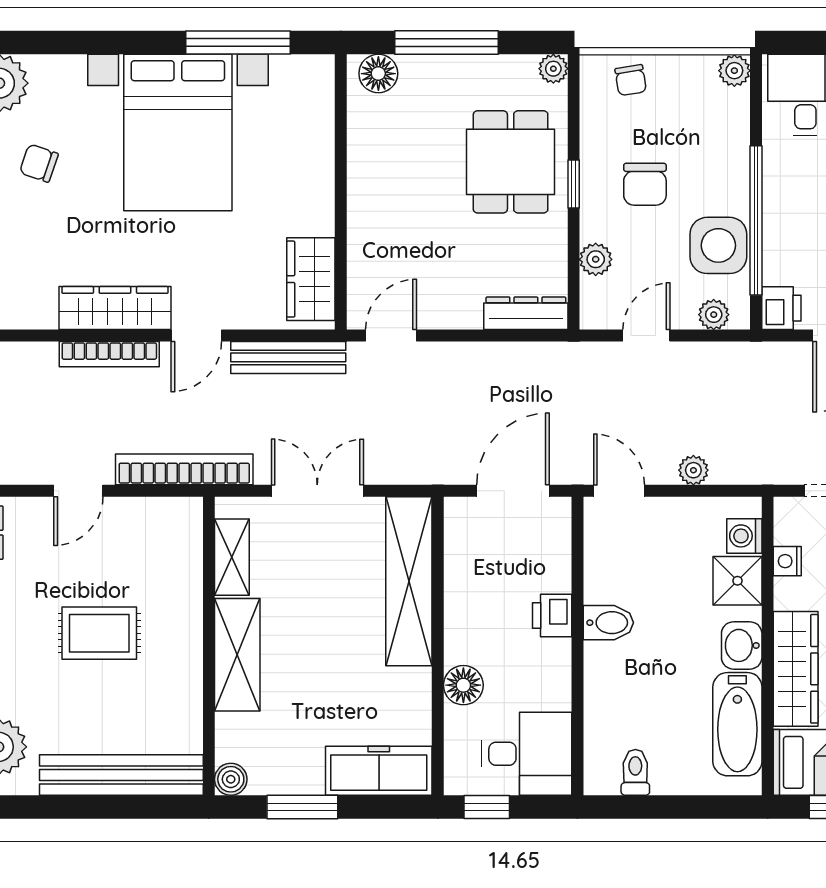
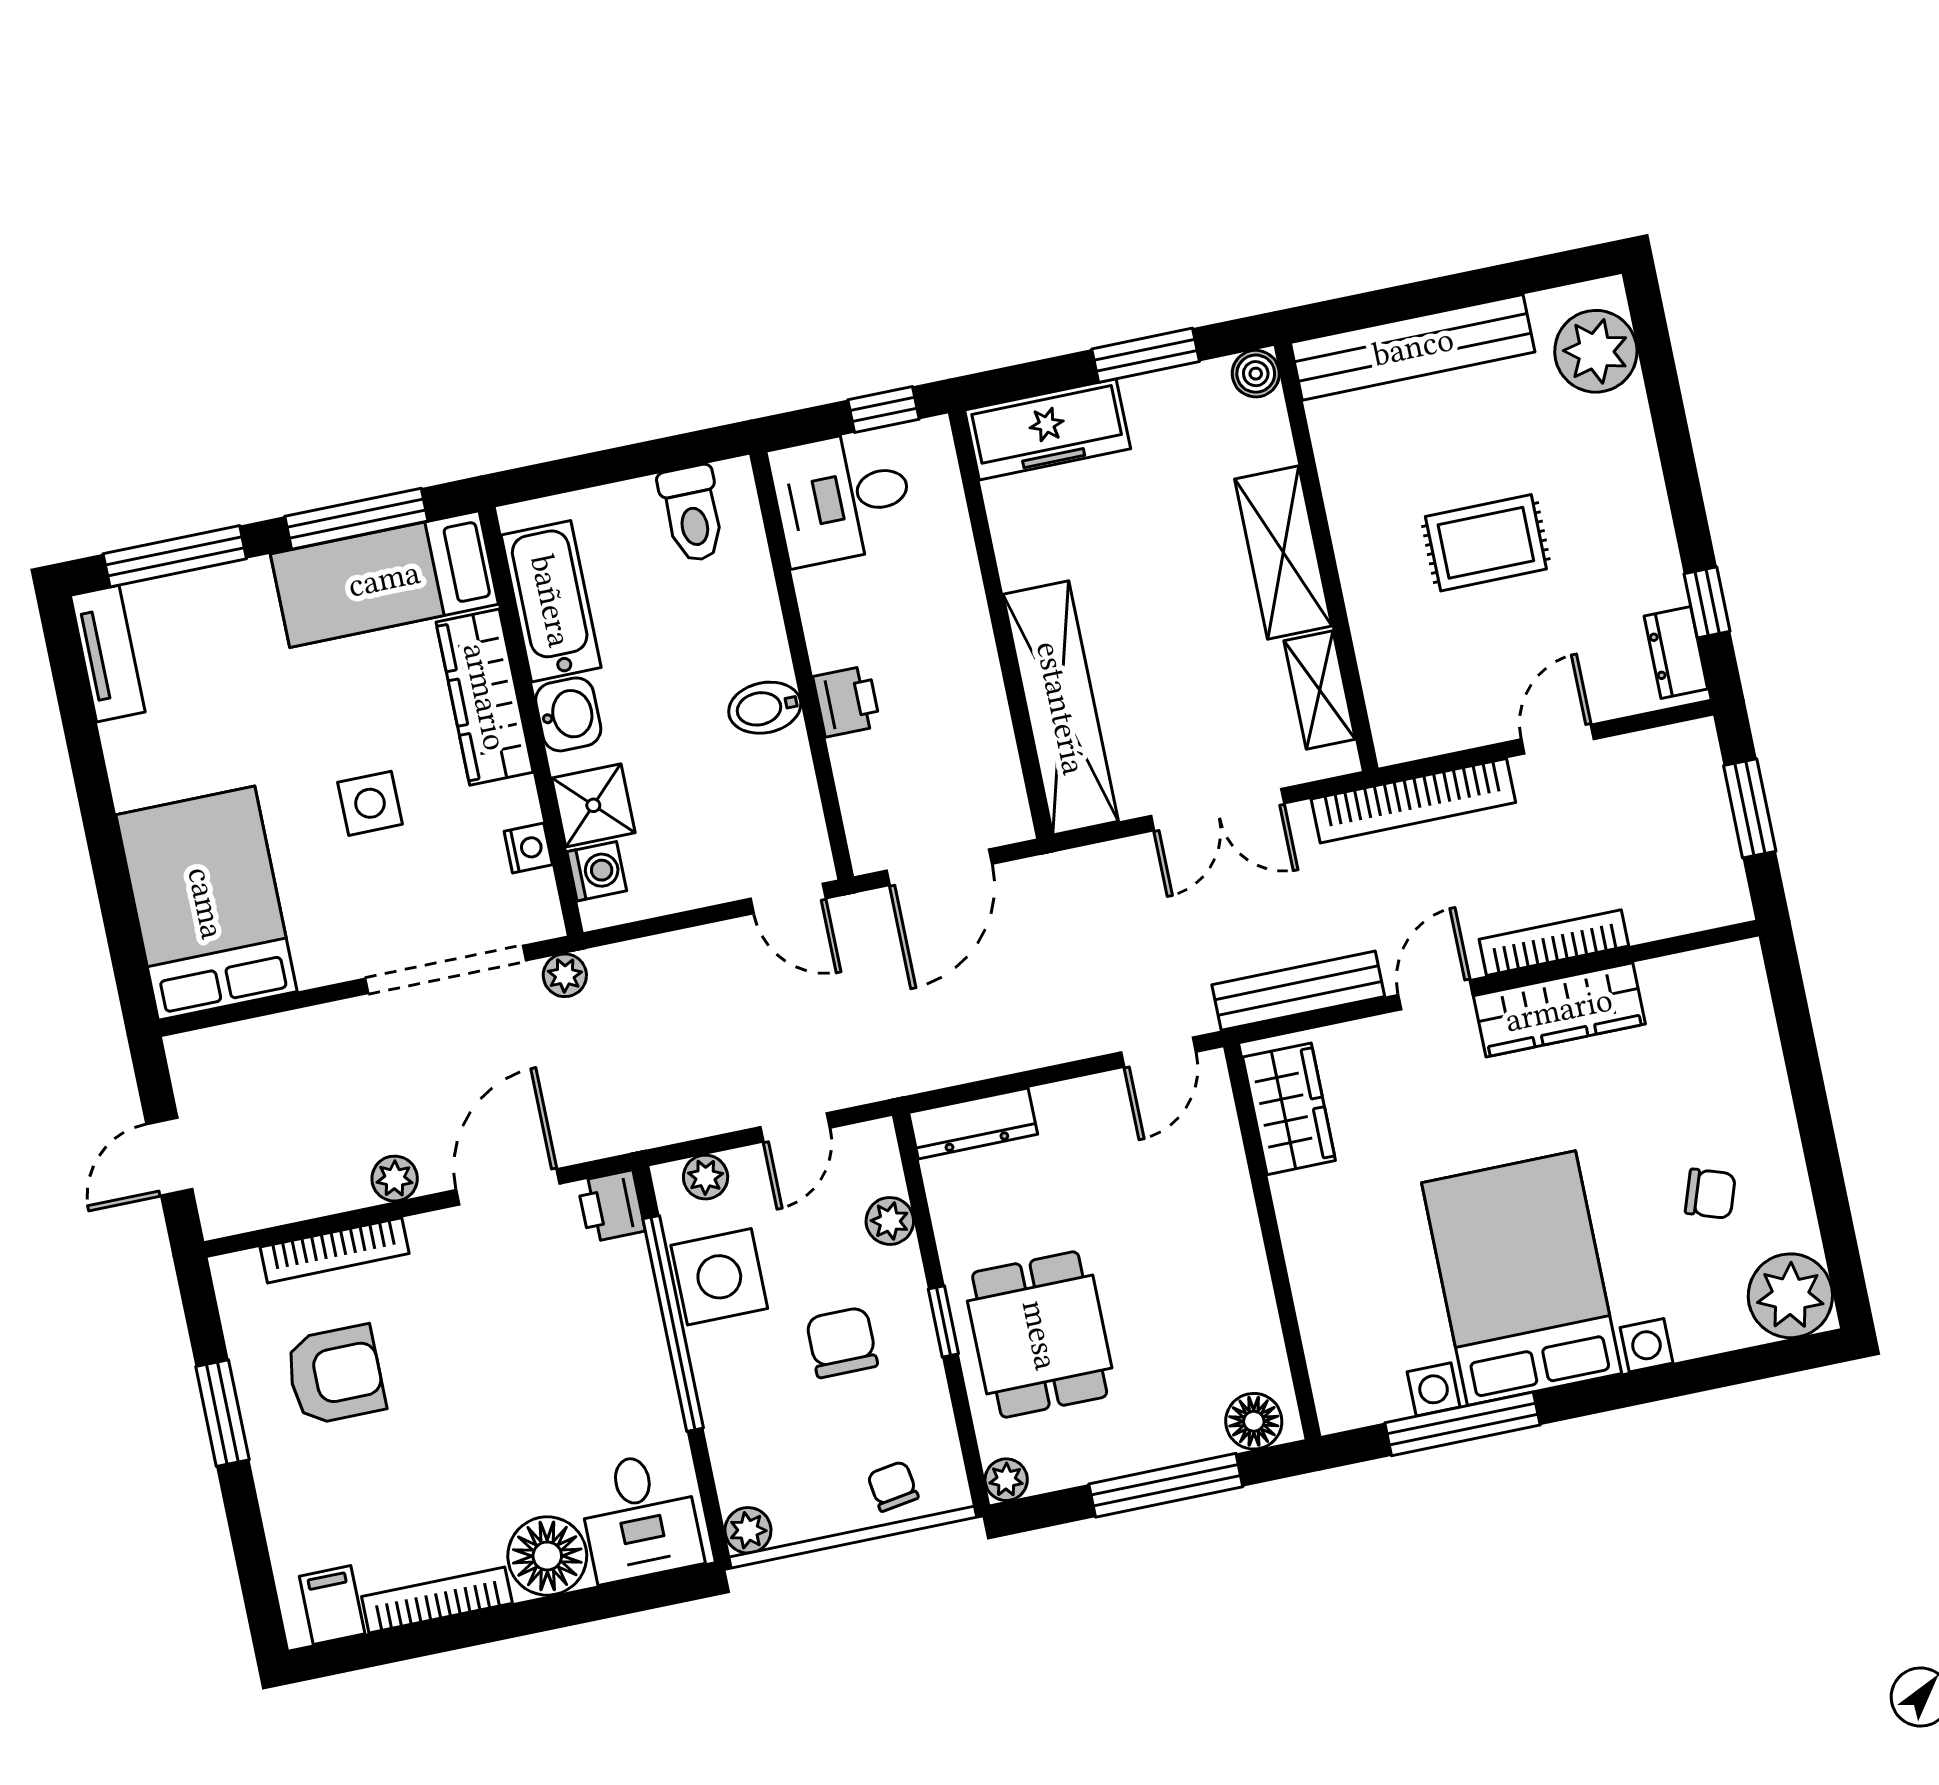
plant: (693, 470) -> (565, 975), moved
floor lamp: (463, 685) -> (953, 576), removed
toilet: (635, 772) -> (692, 514), width x1.37, depth x1.39

